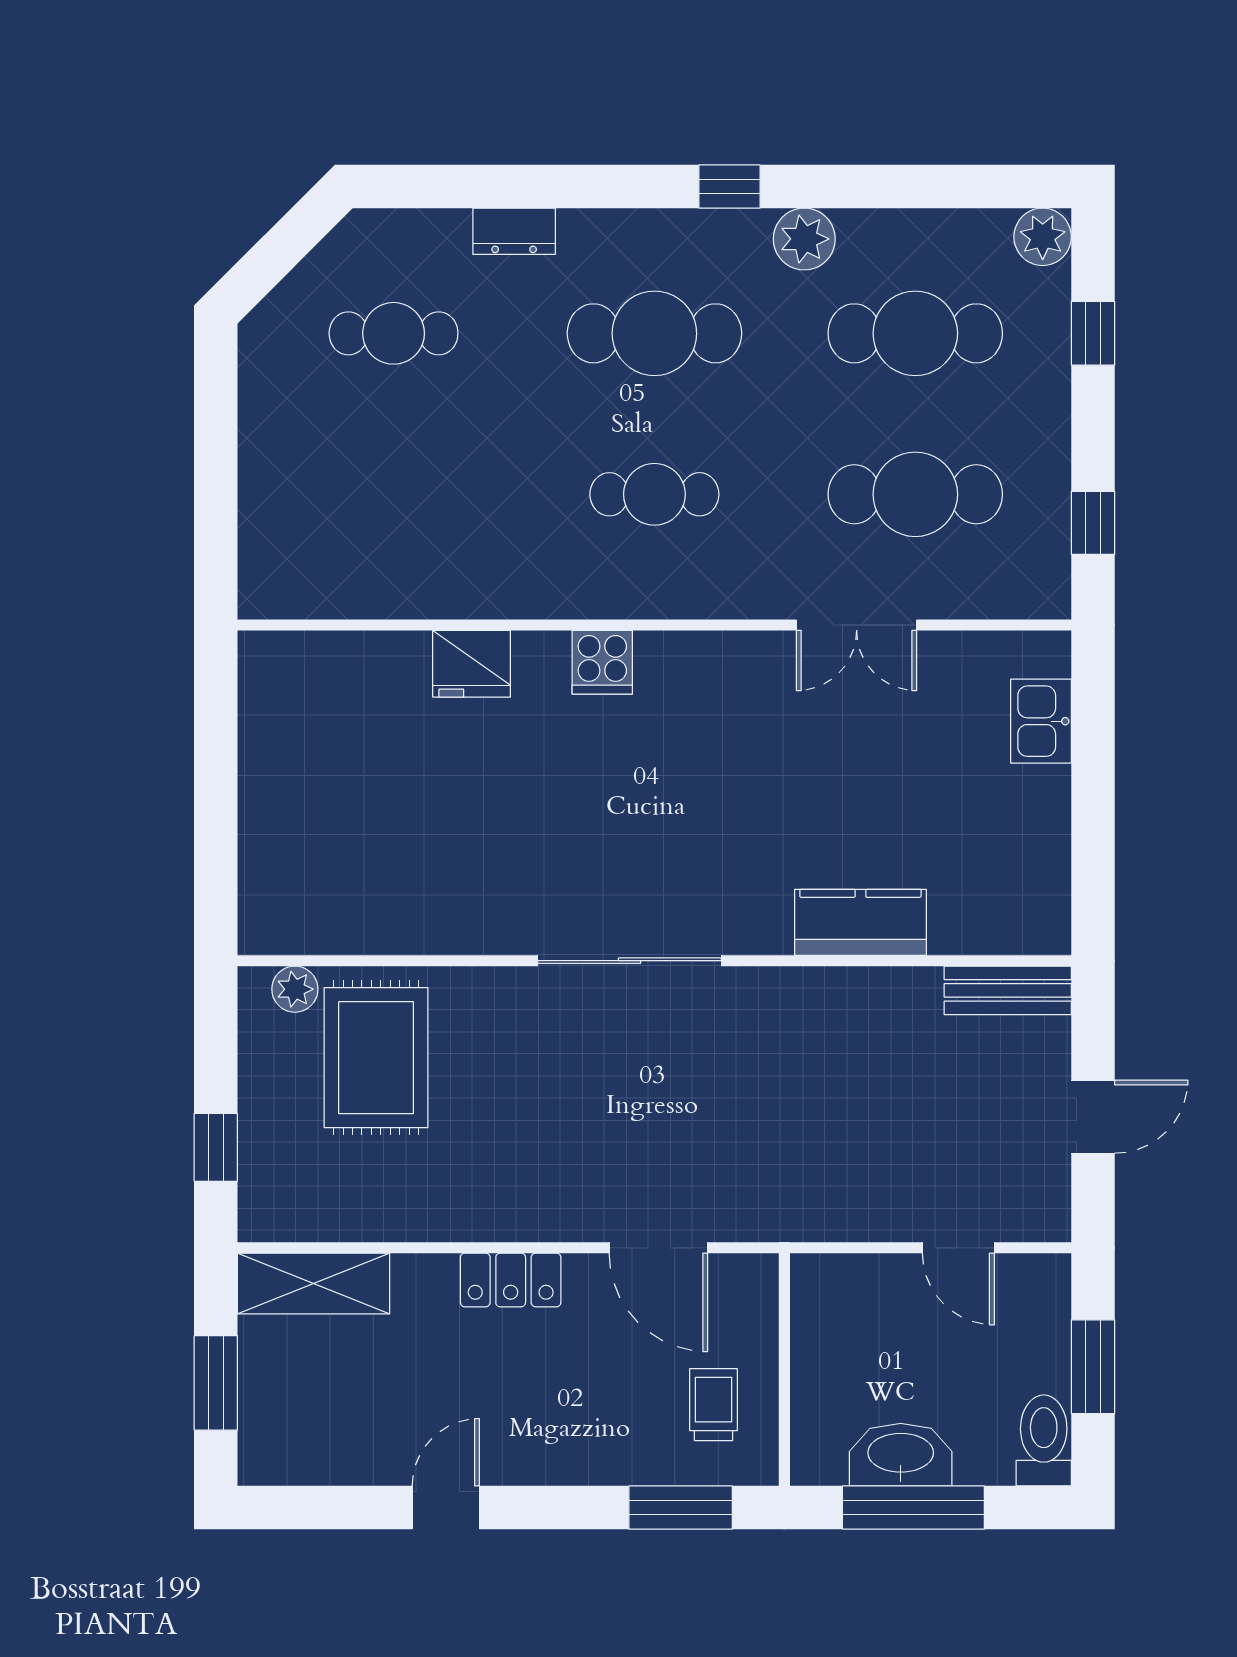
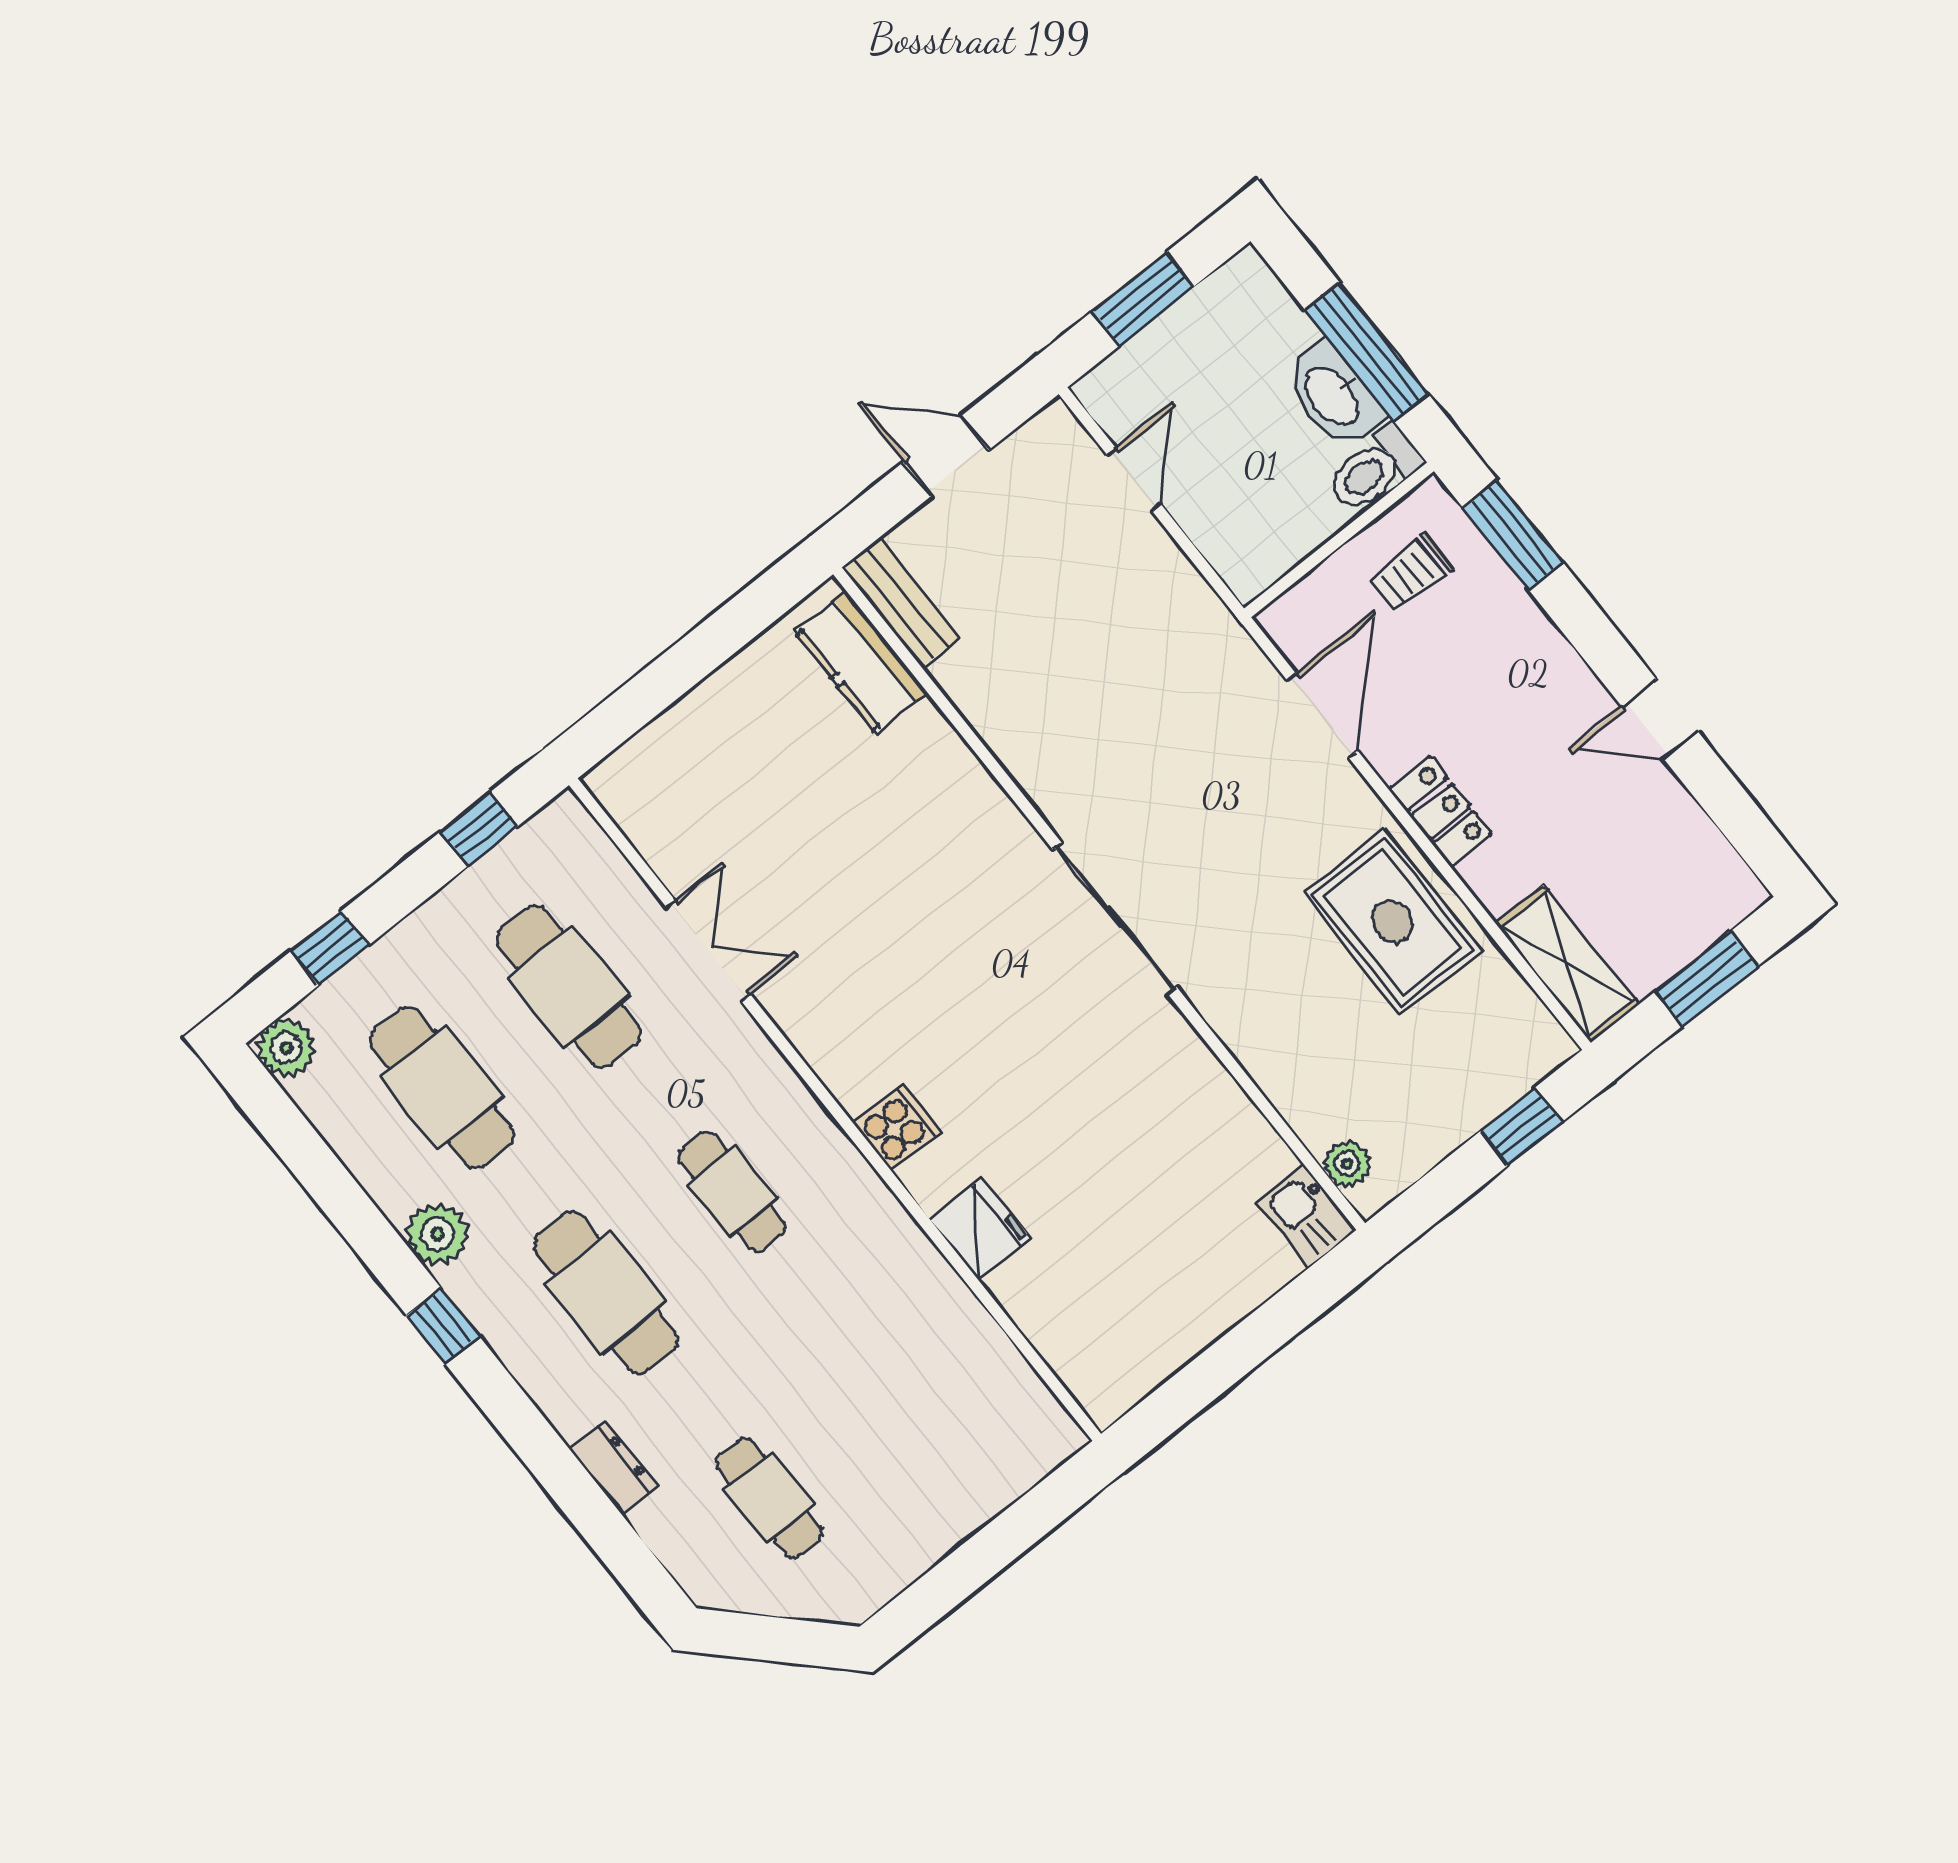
kitchen sink: (1041, 721) -> (1306, 1216), moved, turned 90
kitchen counter: (860, 922) -> (861, 662), moved
rug: (376, 1058) -> (1393, 922), moved, turned 90
toilet: (1044, 1440) -> (1374, 469), moved

